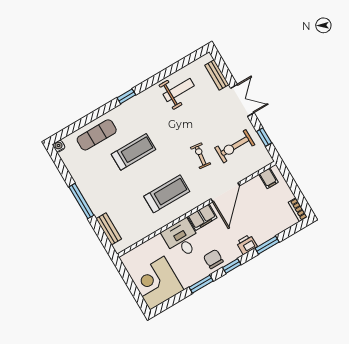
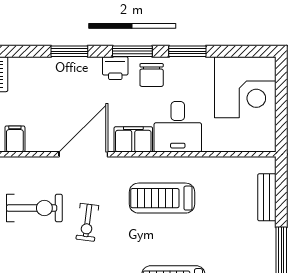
printer: (247, 244) -> (115, 68), moved
window: (232, 266) -> (132, 51), width x1.50

